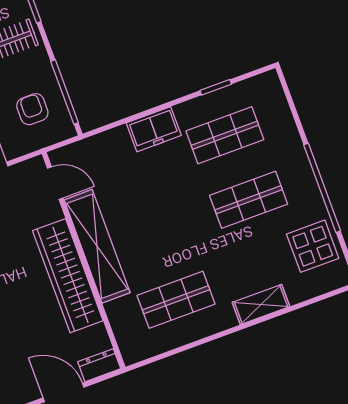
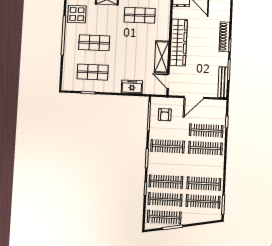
freezer: (154, 129) -> (132, 87), moved
shelving: (97, 246) -> (162, 57), width x0.68

